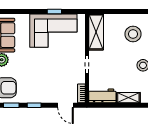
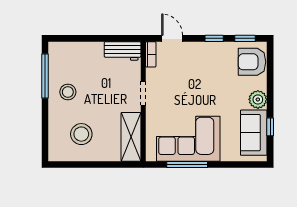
window: (54, 11) -> (187, 165), width x2.17
shelving: (128, 98) -> (87, 49), removed

